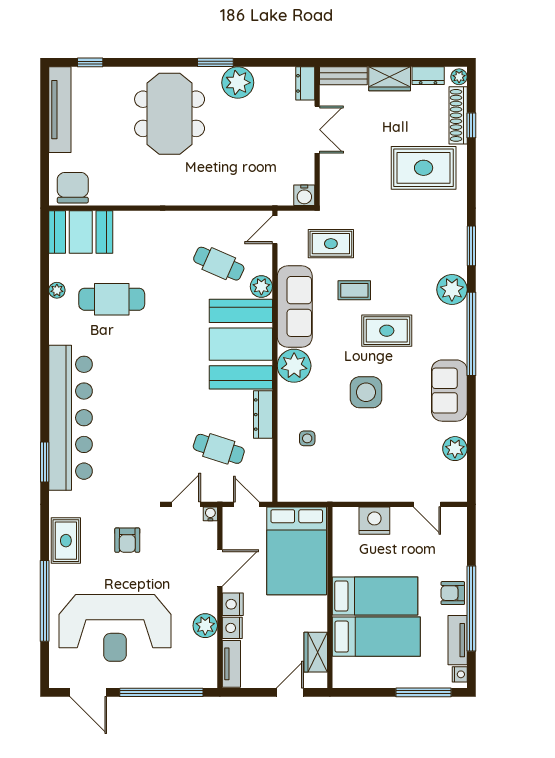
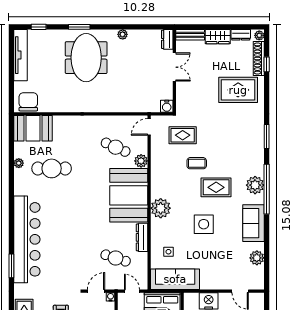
window: (215, 62) -> (79, 27), moved
plant: (238, 83) -> (123, 34), width x0.53, depth x0.53
plant: (452, 290) -> (255, 185), moved
sofa: (295, 306) -> (175, 279), moved, turned -90

